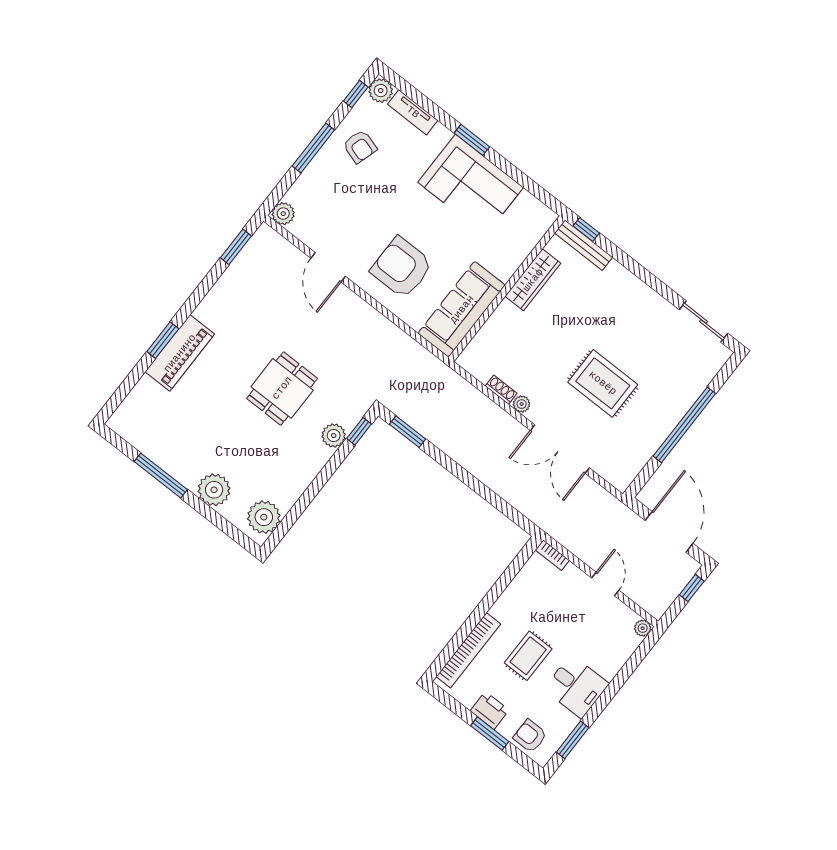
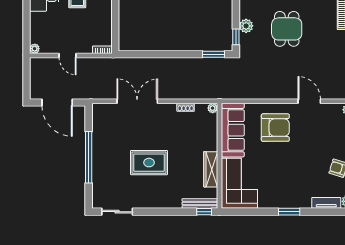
corner sofa: (471, 185) -> (239, 183), moved, turned 90
rug: (603, 383) -> (149, 163), moved
plant: (522, 404) -> (213, 108), moved
window: (692, 588) -> (26, 85), removed

